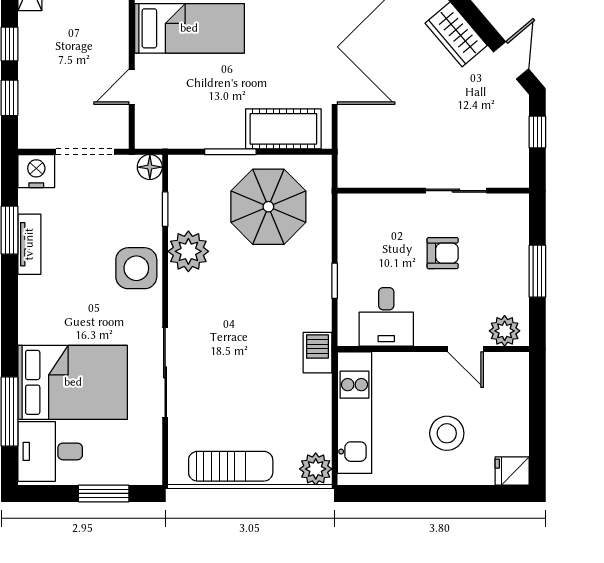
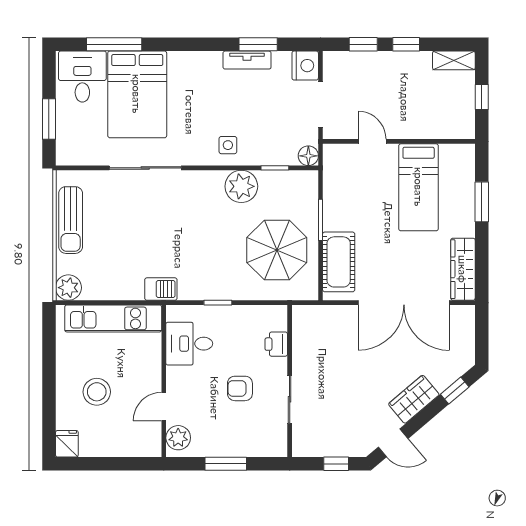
printer: (387, 207) -> (276, 344), added
armchair: (443, 253) -> (240, 388), turned 90
side table: (136, 268) -> (228, 145), width x0.54, depth x0.54

